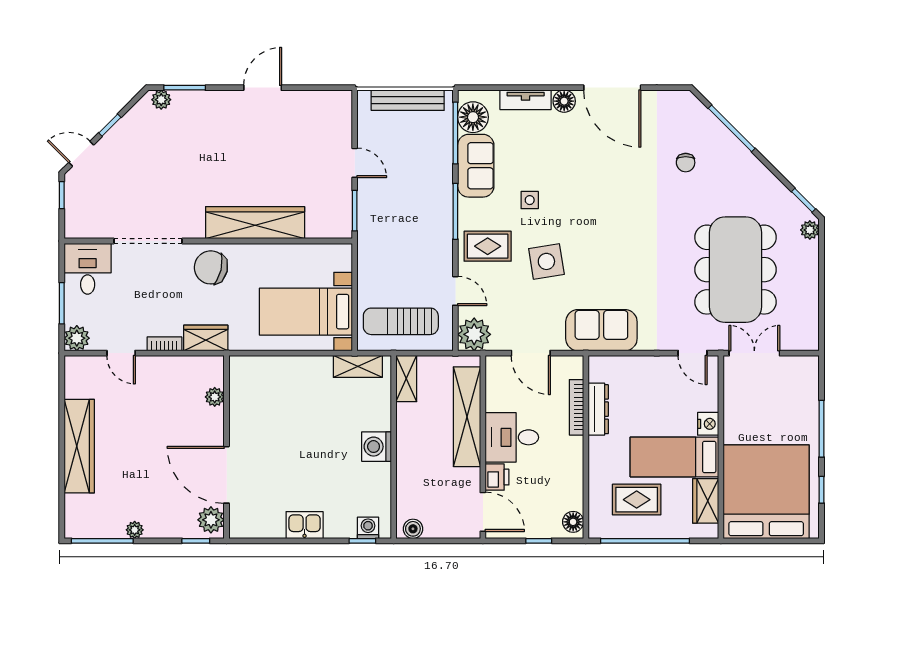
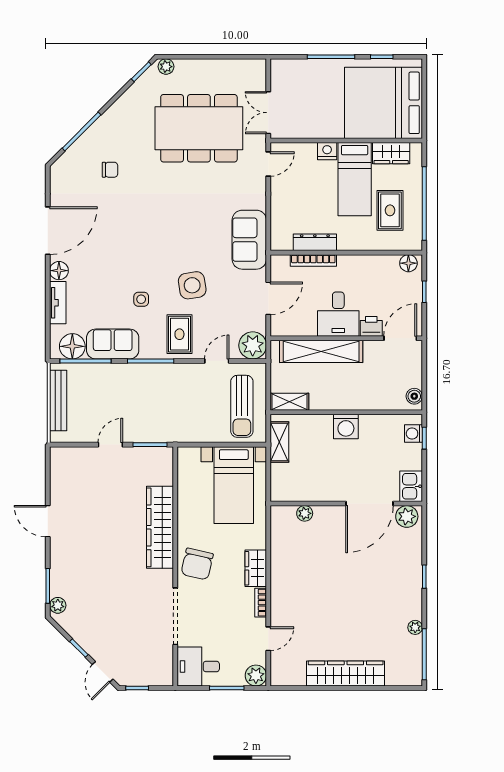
plant: (215, 397) -> (305, 513), moved
wall: (227, 447) -> (346, 504), moved
door: (227, 475) -> (369, 504), moved
plant: (211, 520) -> (407, 516), moved

